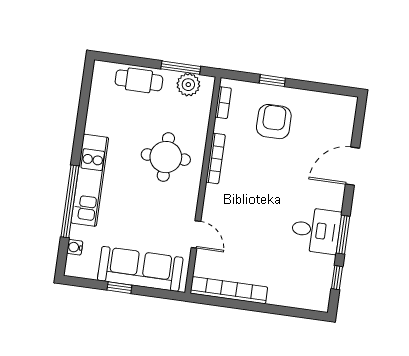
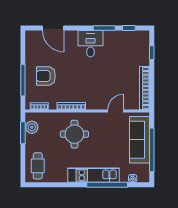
cafe table: (139, 80) -> (38, 166), moved
window: (272, 81) -> (23, 80), width x2.17
door: (353, 166) -> (53, 28), moved
desk: (316, 230) -> (90, 44), moved
window: (119, 288) -> (152, 150), width x3.17
window: (288, 311) -> (152, 53), added

